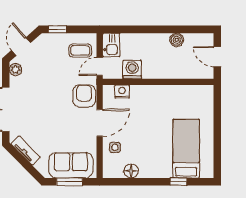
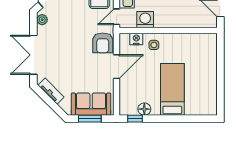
armchair: (84, 96) -> (103, 43), turned 180
side table: (115, 147) -> (154, 45), moved
bed: (186, 149) -> (172, 89), moved
window: (178, 182) -> (135, 119), moved

